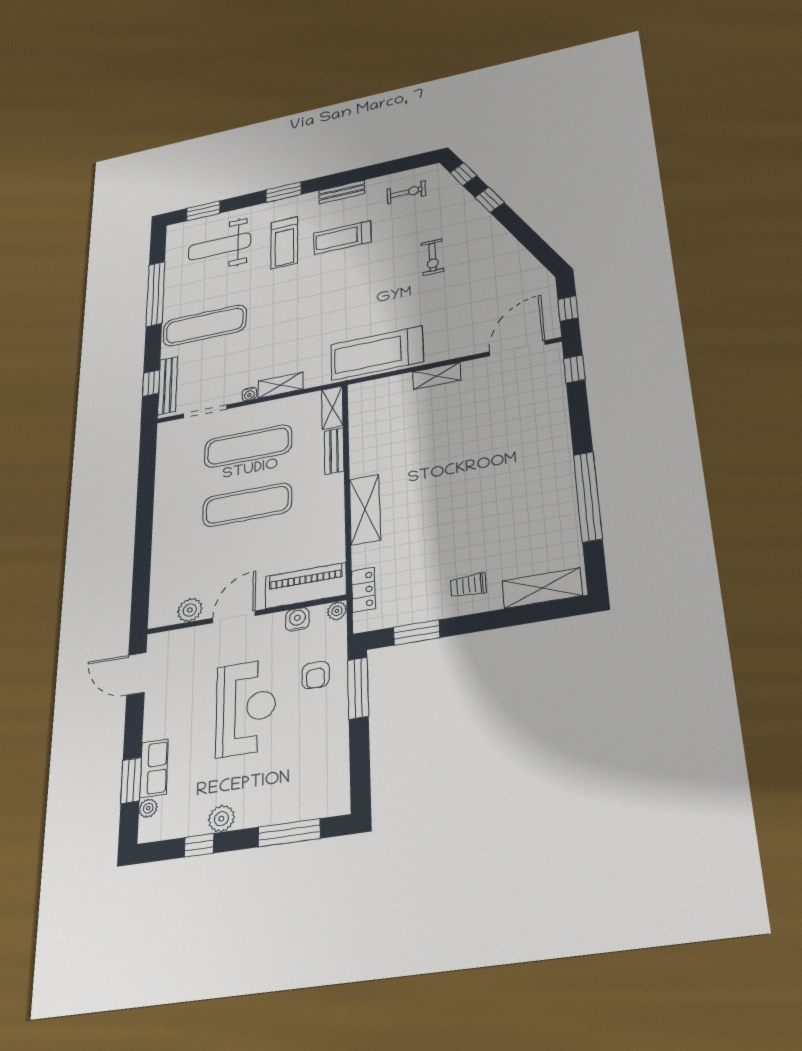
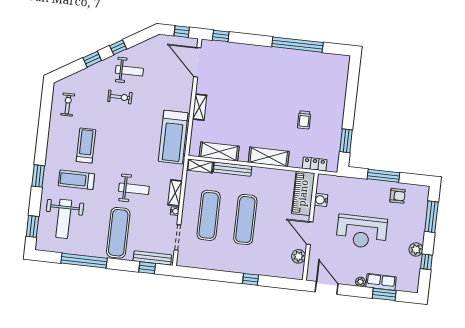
window: (463, 174) -> (118, 47), moved
bench: (342, 192) -> (52, 142), removed
treadmill: (342, 237) -> (86, 146), turned 180
treadmill: (284, 243) -> (76, 180), turned 180
weight bench: (481, 256) -> (129, 71), added
weight bench: (280, 325) -> (134, 189), added
bench: (334, 451) -> (233, 169), width x1.36
window: (143, 543) -> (251, 279), added
trolley: (468, 585) -> (304, 120), moved
shelving: (542, 588) -> (219, 152), moved, turned 90
plant: (337, 611) -> (322, 179), removed
door: (136, 674) -> (327, 288), swing flipped
armchair: (316, 675) -> (398, 196), moved
window: (358, 688) -> (383, 176), moved
reception desk: (246, 708) -> (362, 232), turned 180
plant: (148, 808) -> (360, 282), moved

